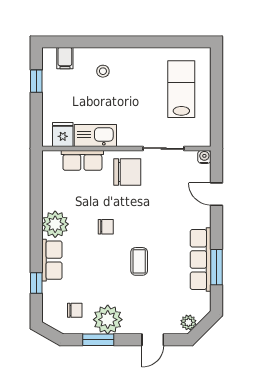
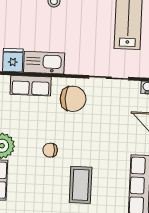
chair: (106, 227) -> (50, 150), turned 180
coffee table: (139, 261) -> (81, 185), width x1.36, depth x1.30

